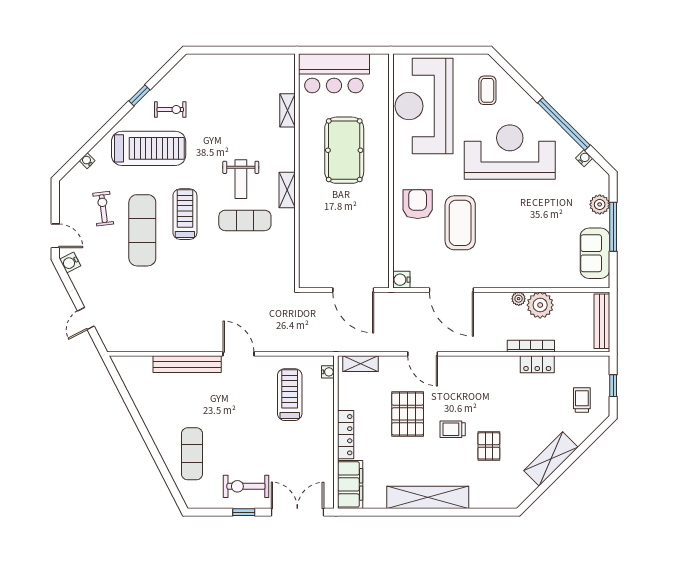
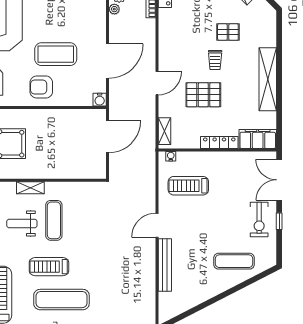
weight bench: (241, 179) -> (22, 224), turned 180

